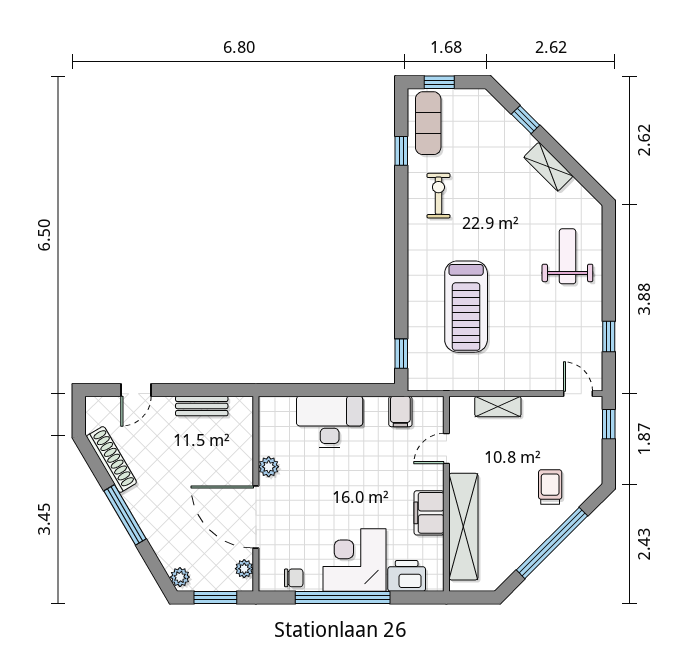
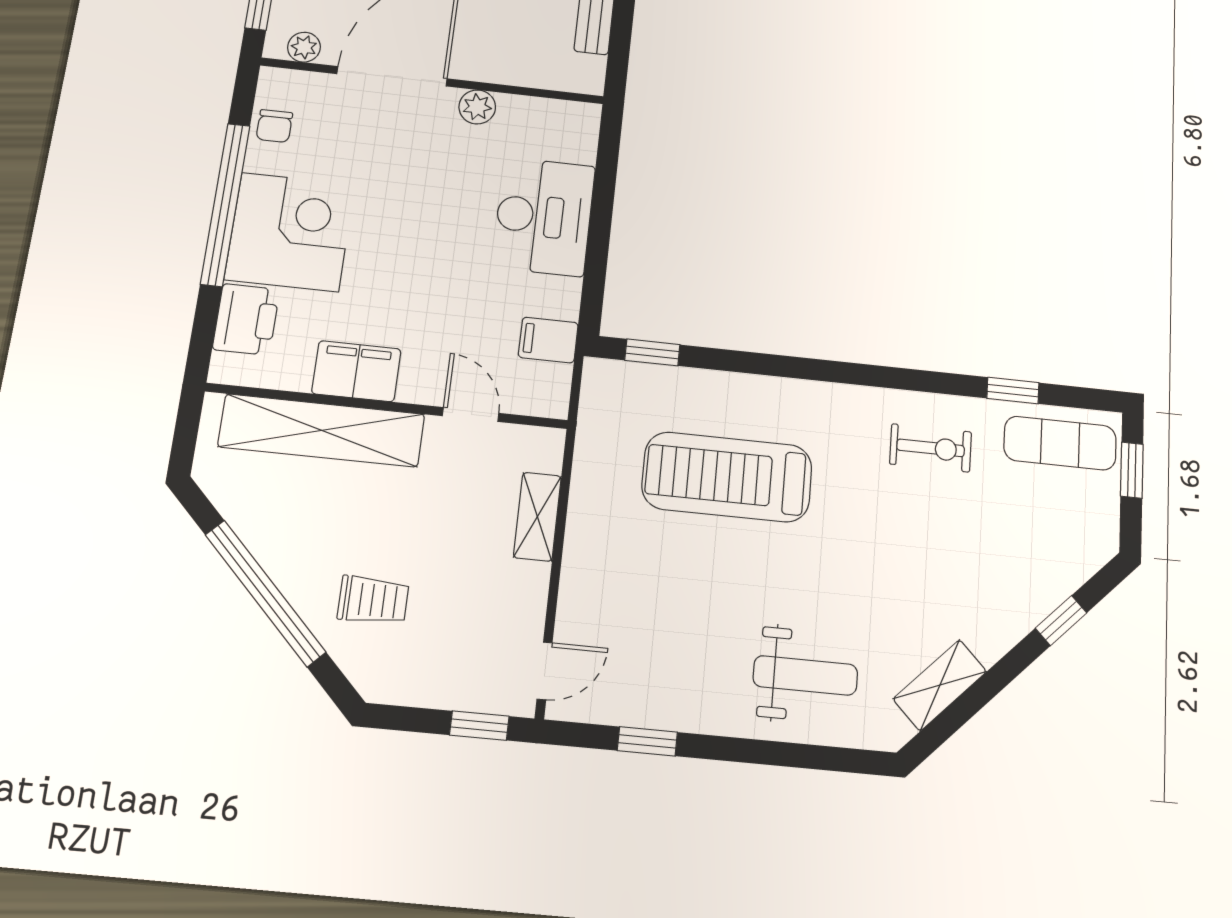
shelving: (548, 167) -> (940, 685), moved

